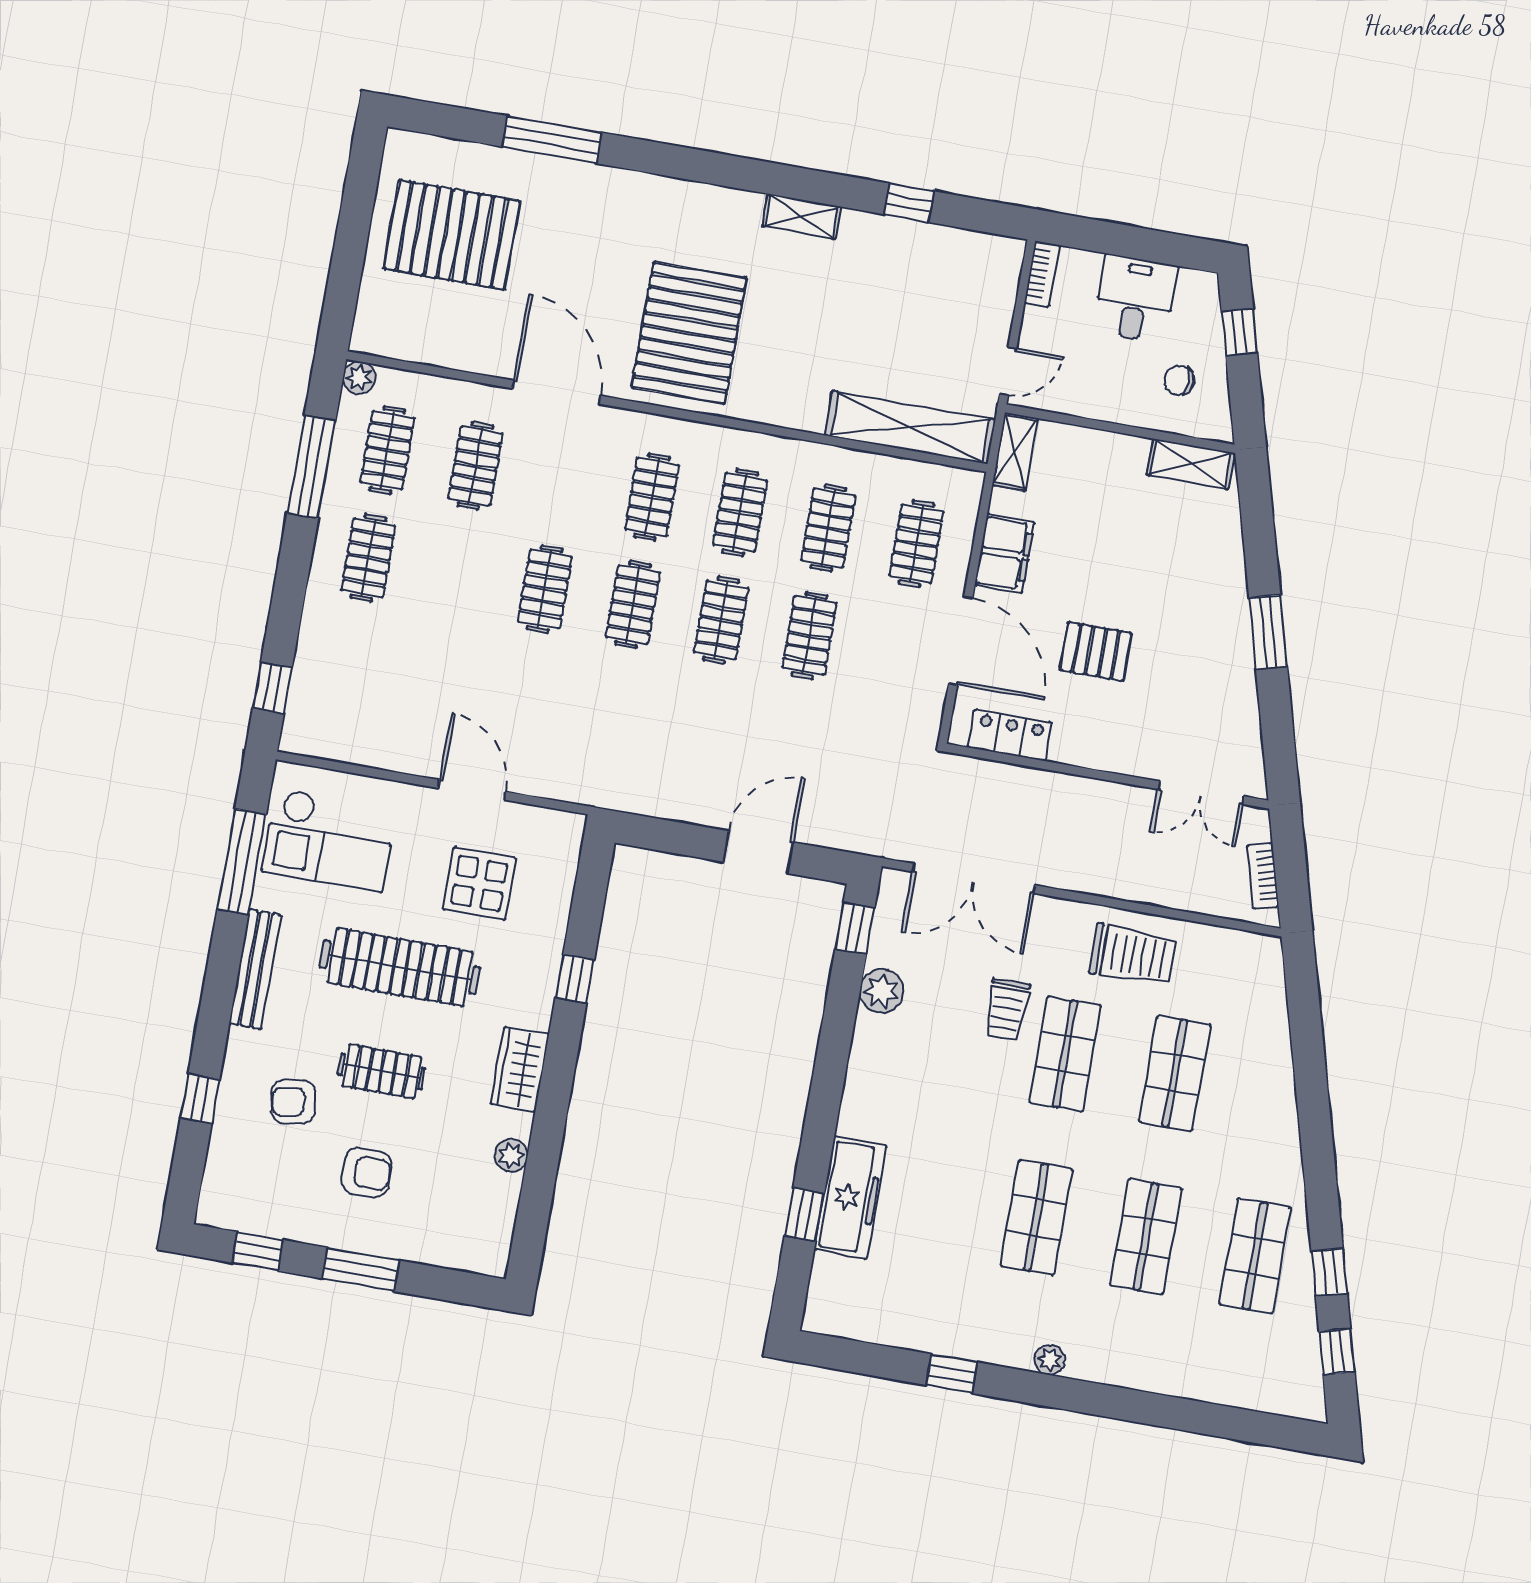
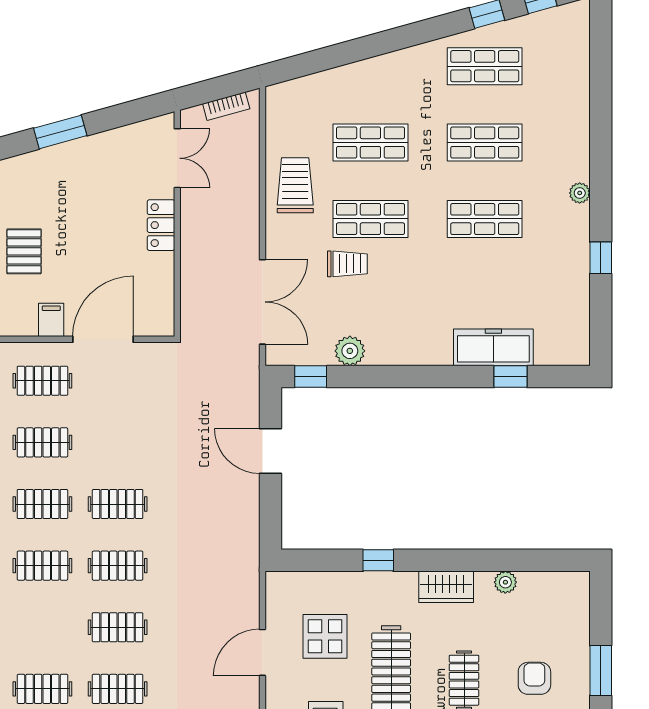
filing cabinet: (1005, 554) -> (51, 320), width x0.50
clothes rail: (809, 636) -> (118, 689), moved
pallet: (1096, 651) -> (24, 251), moved
locker: (1010, 735) -> (161, 225), moved

